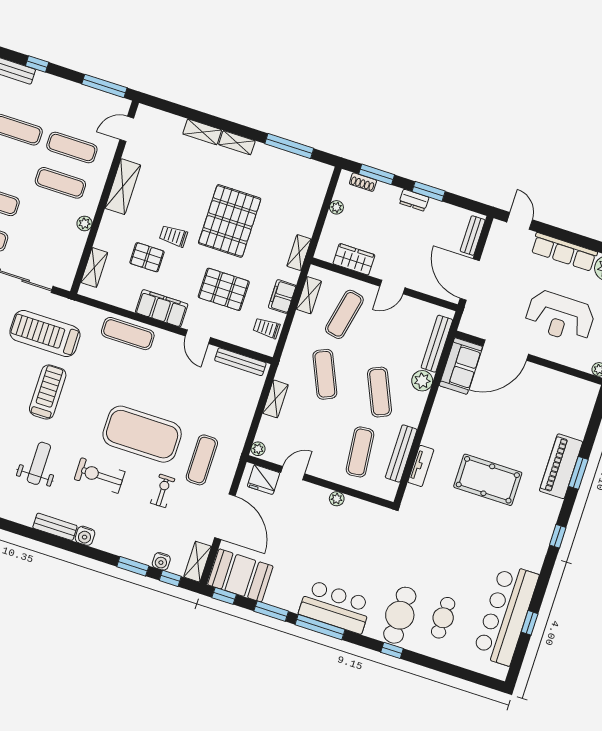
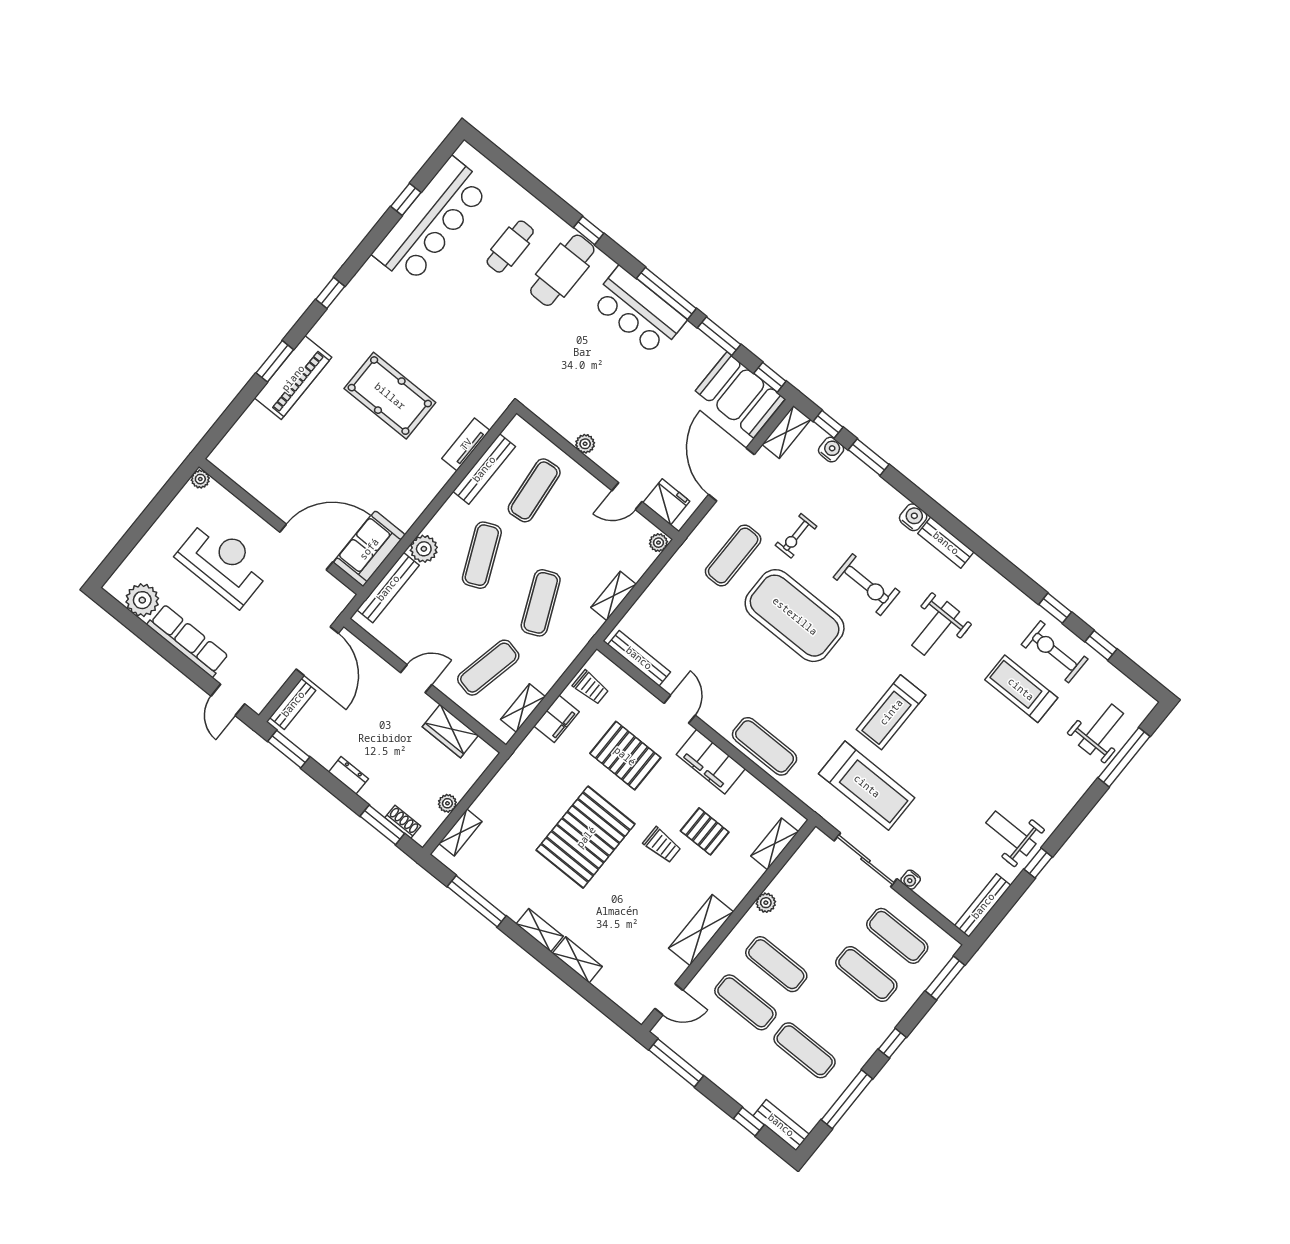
window: (429, 191) -> (289, 749), moved
shelving: (299, 253) -> (460, 832), moved

